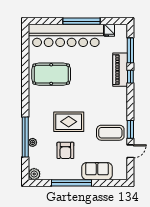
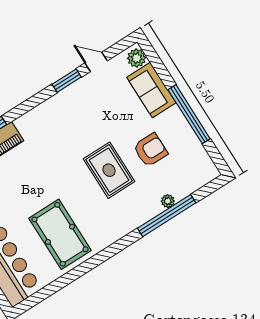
coffee table: (110, 133) -> (88, 105), removed
plant: (34, 174) -> (137, 58), moved

